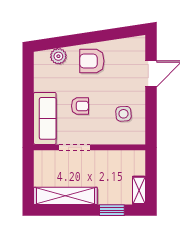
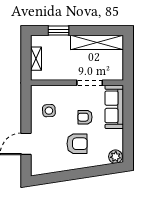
plant: (58, 56) -> (115, 157), moved
armchair: (92, 61) -> (77, 144), moved
shelving: (139, 190) -> (36, 59), moved

